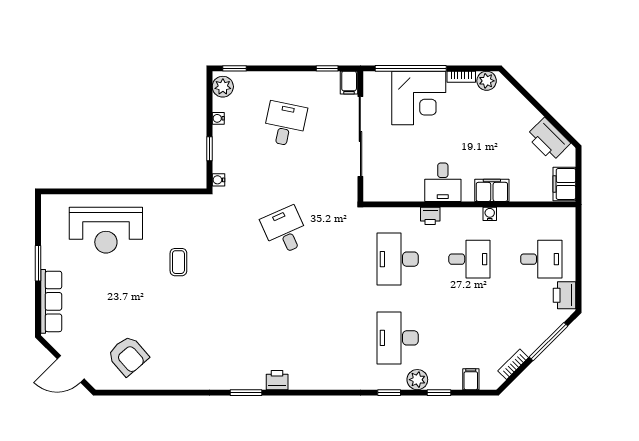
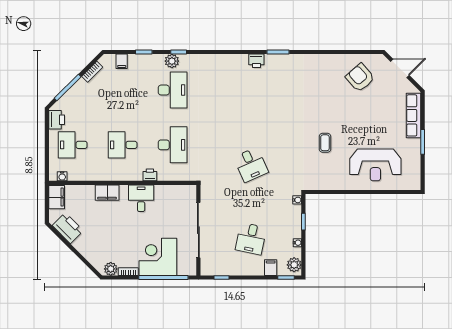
filing cabinet: (349, 83) -> (271, 268), moved
water cooler: (490, 214) -> (62, 176), moved
reception desk: (106, 230) -> (375, 165), turned 180
plant: (417, 380) -> (172, 61), moved

